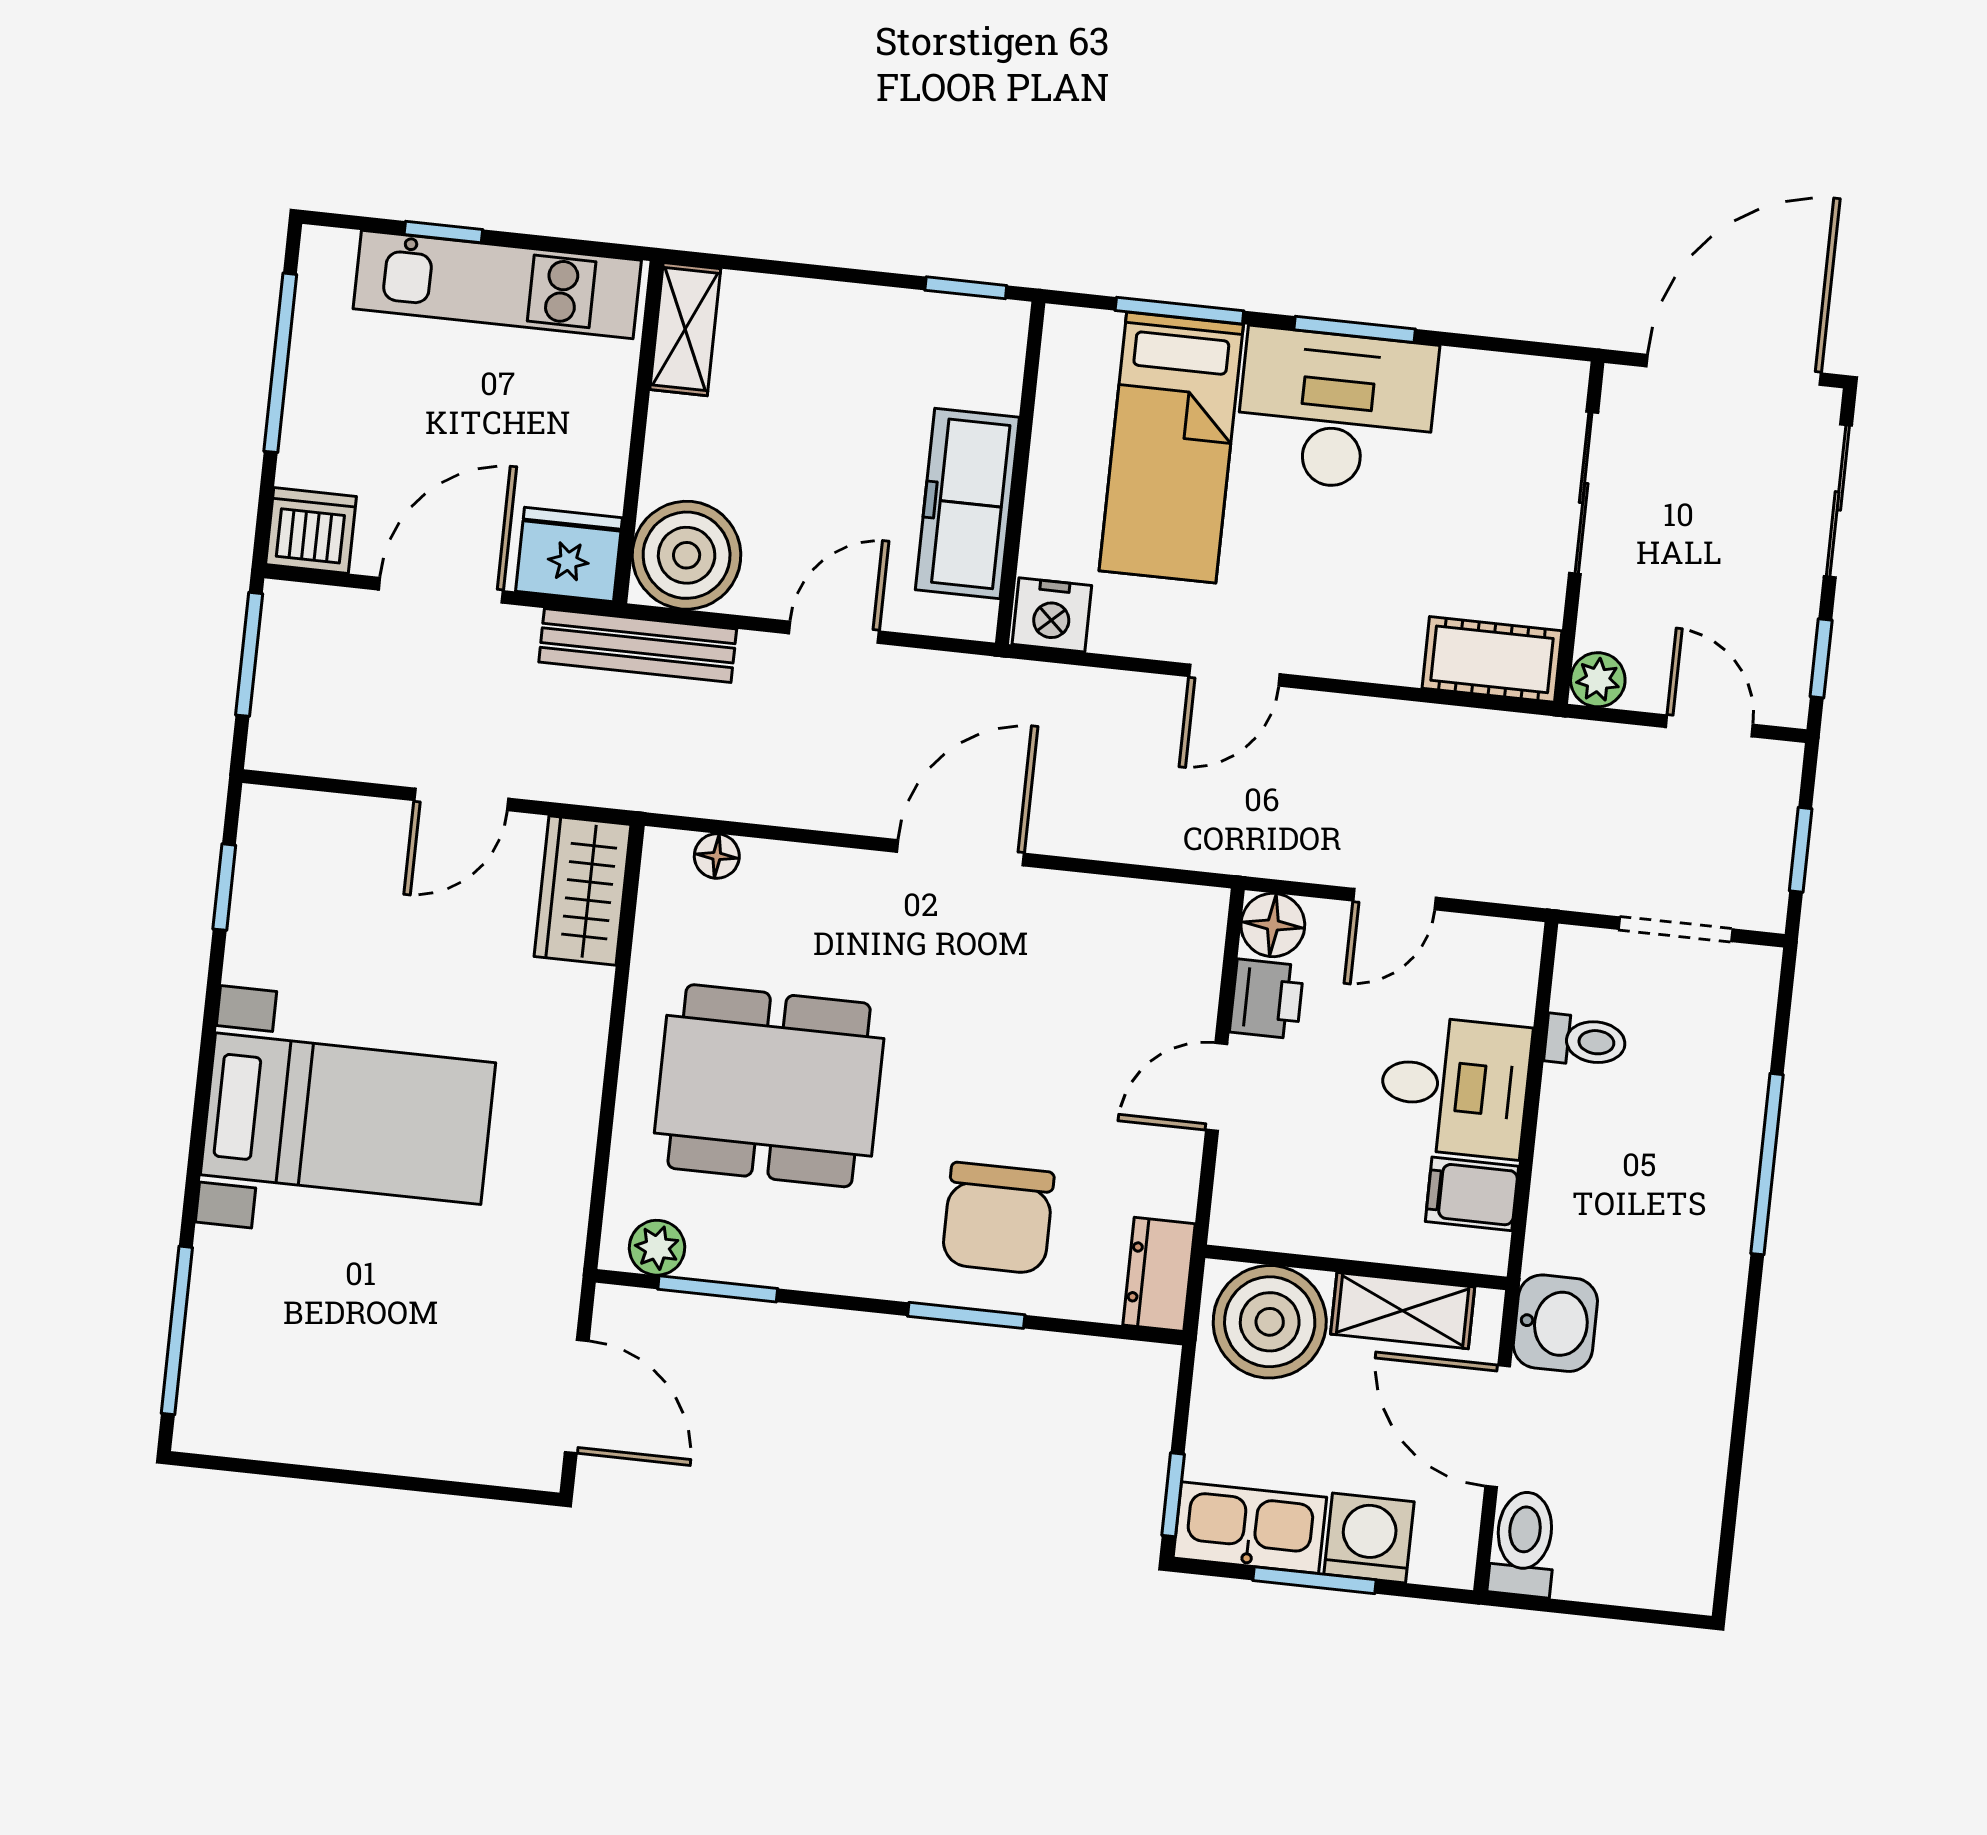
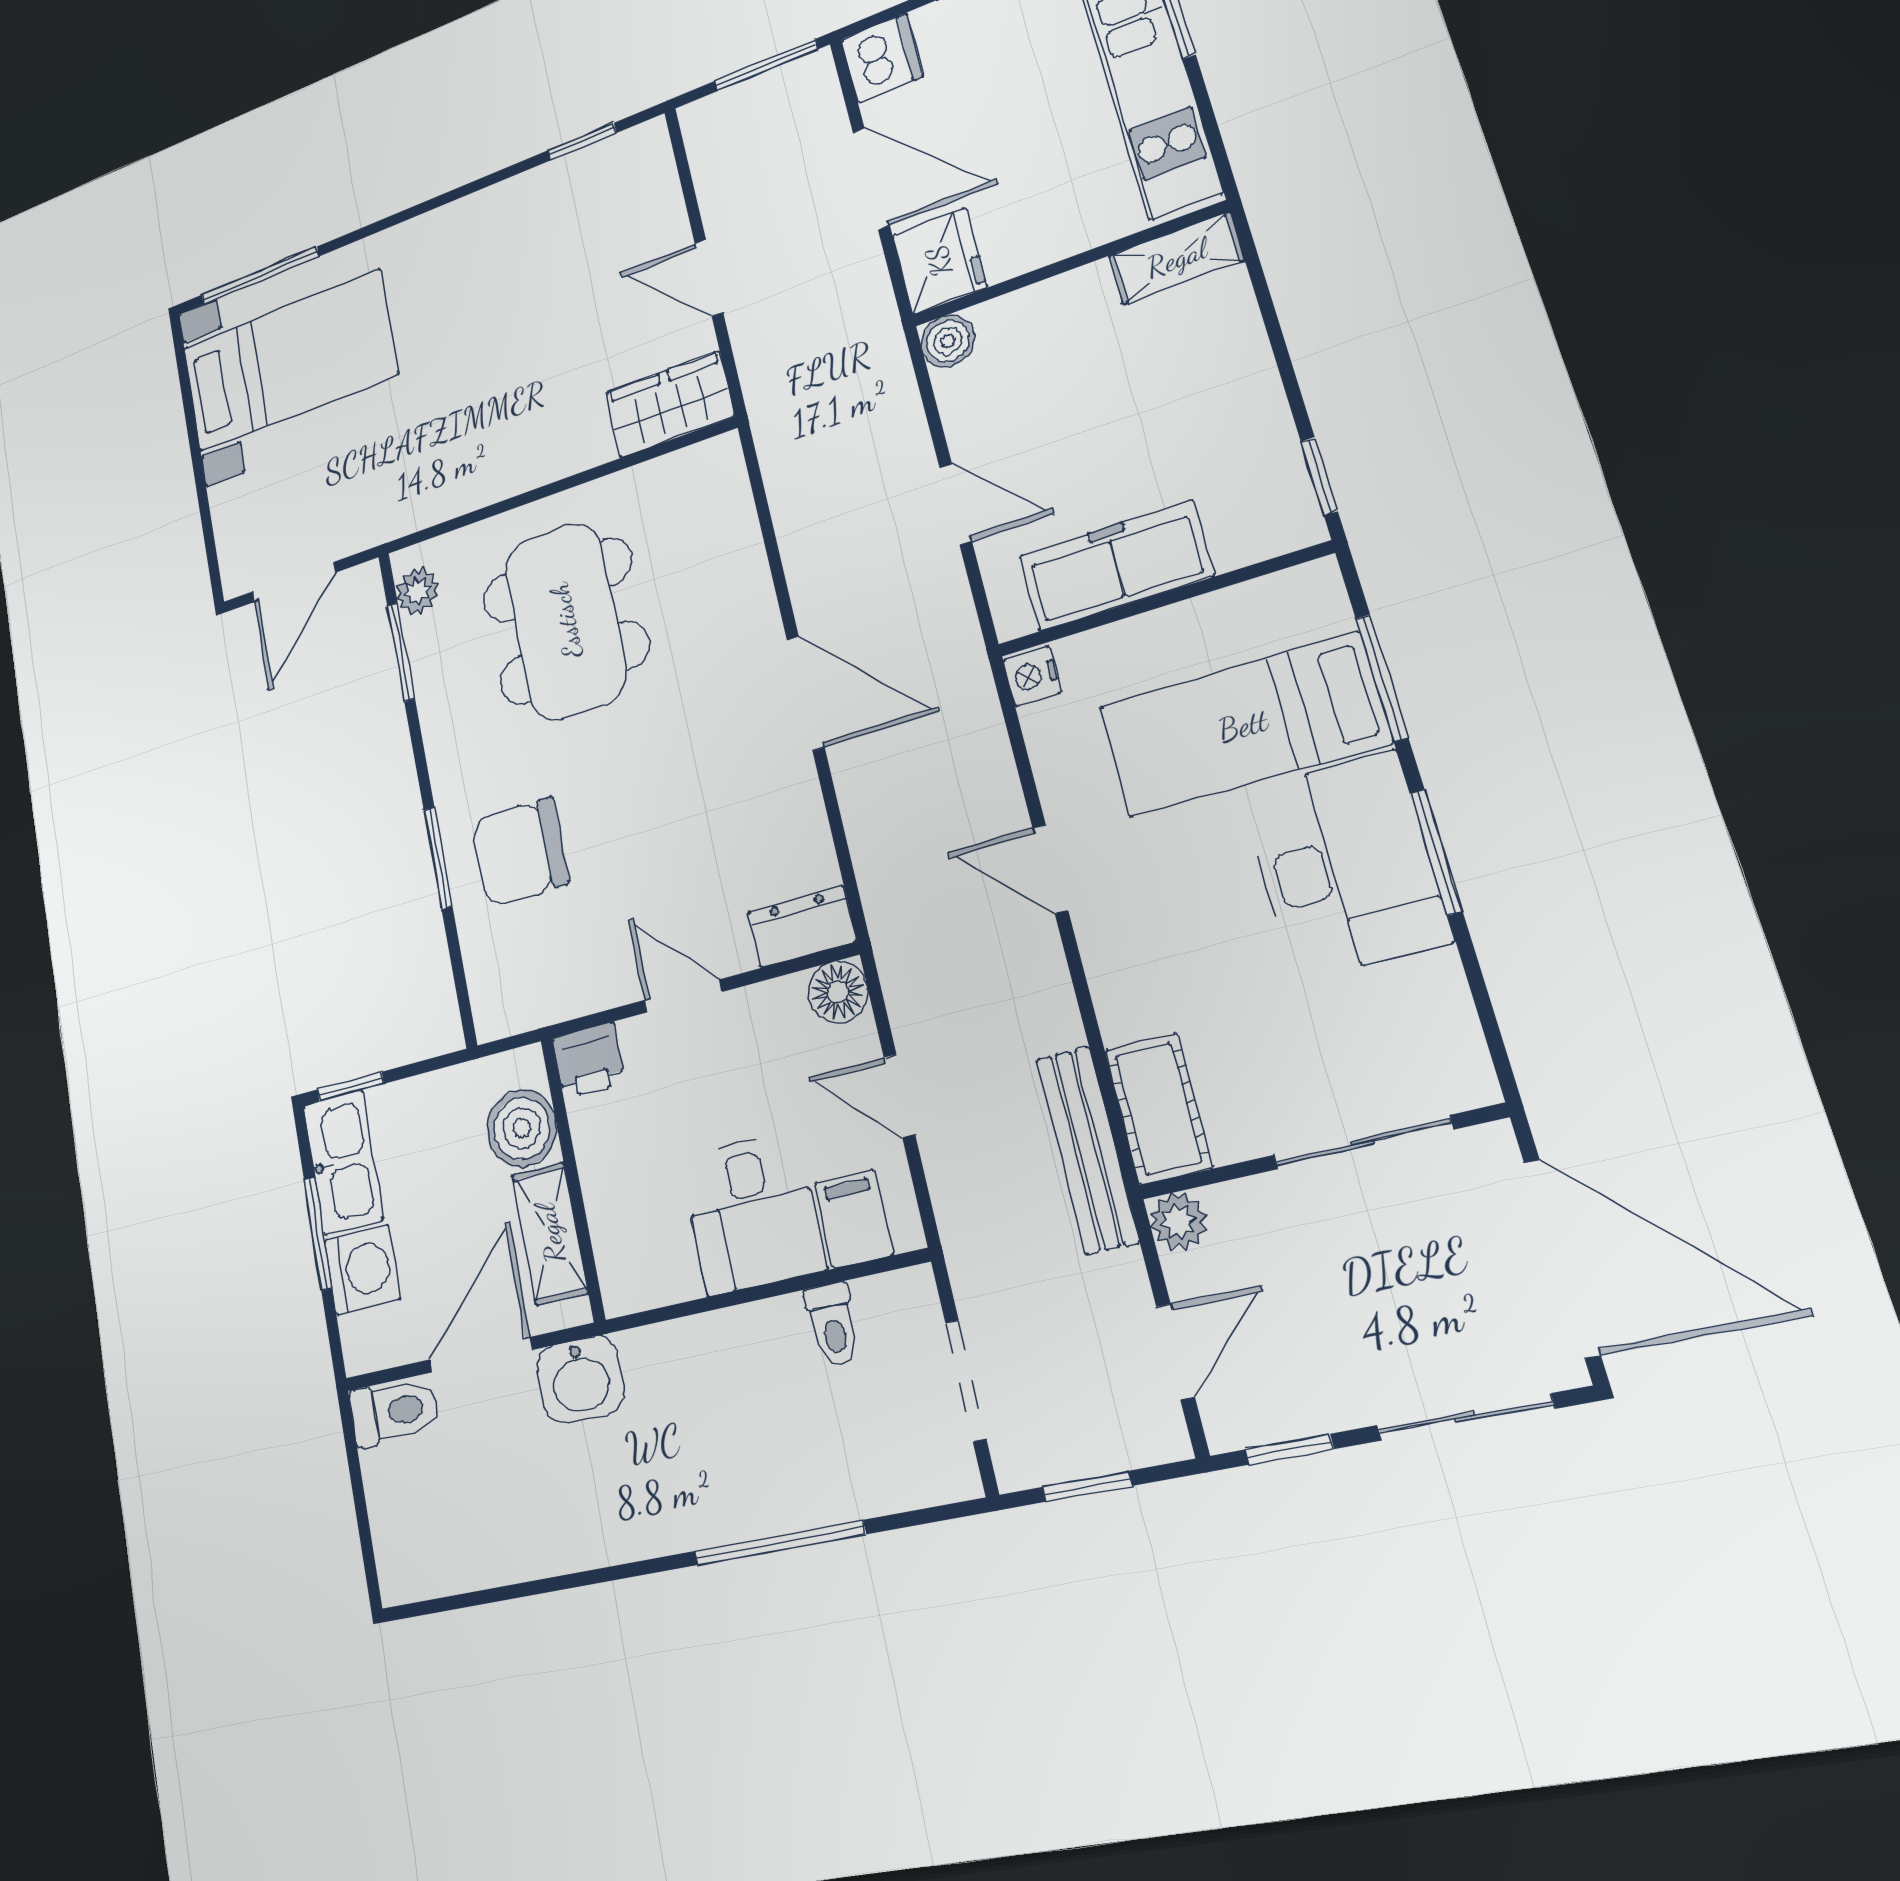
boiler: (687, 555) -> (948, 341), width x0.54, depth x0.54
nightstand: (1052, 615) -> (1032, 676), width x0.72, depth x0.74
bench: (638, 645) -> (1087, 1150), moved
floor lamp: (717, 856) -> (733, 496), removed
printer: (1267, 999) -> (589, 1060), moved
bed with nightstands: (348, 1119) -> (289, 361), moved, turned -90
filing cabinet: (1472, 1194) -> (854, 1219), moved
dresser: (1159, 1274) -> (802, 927), moved
boiler: (1270, 1322) -> (522, 1128), width x0.73, depth x0.73

